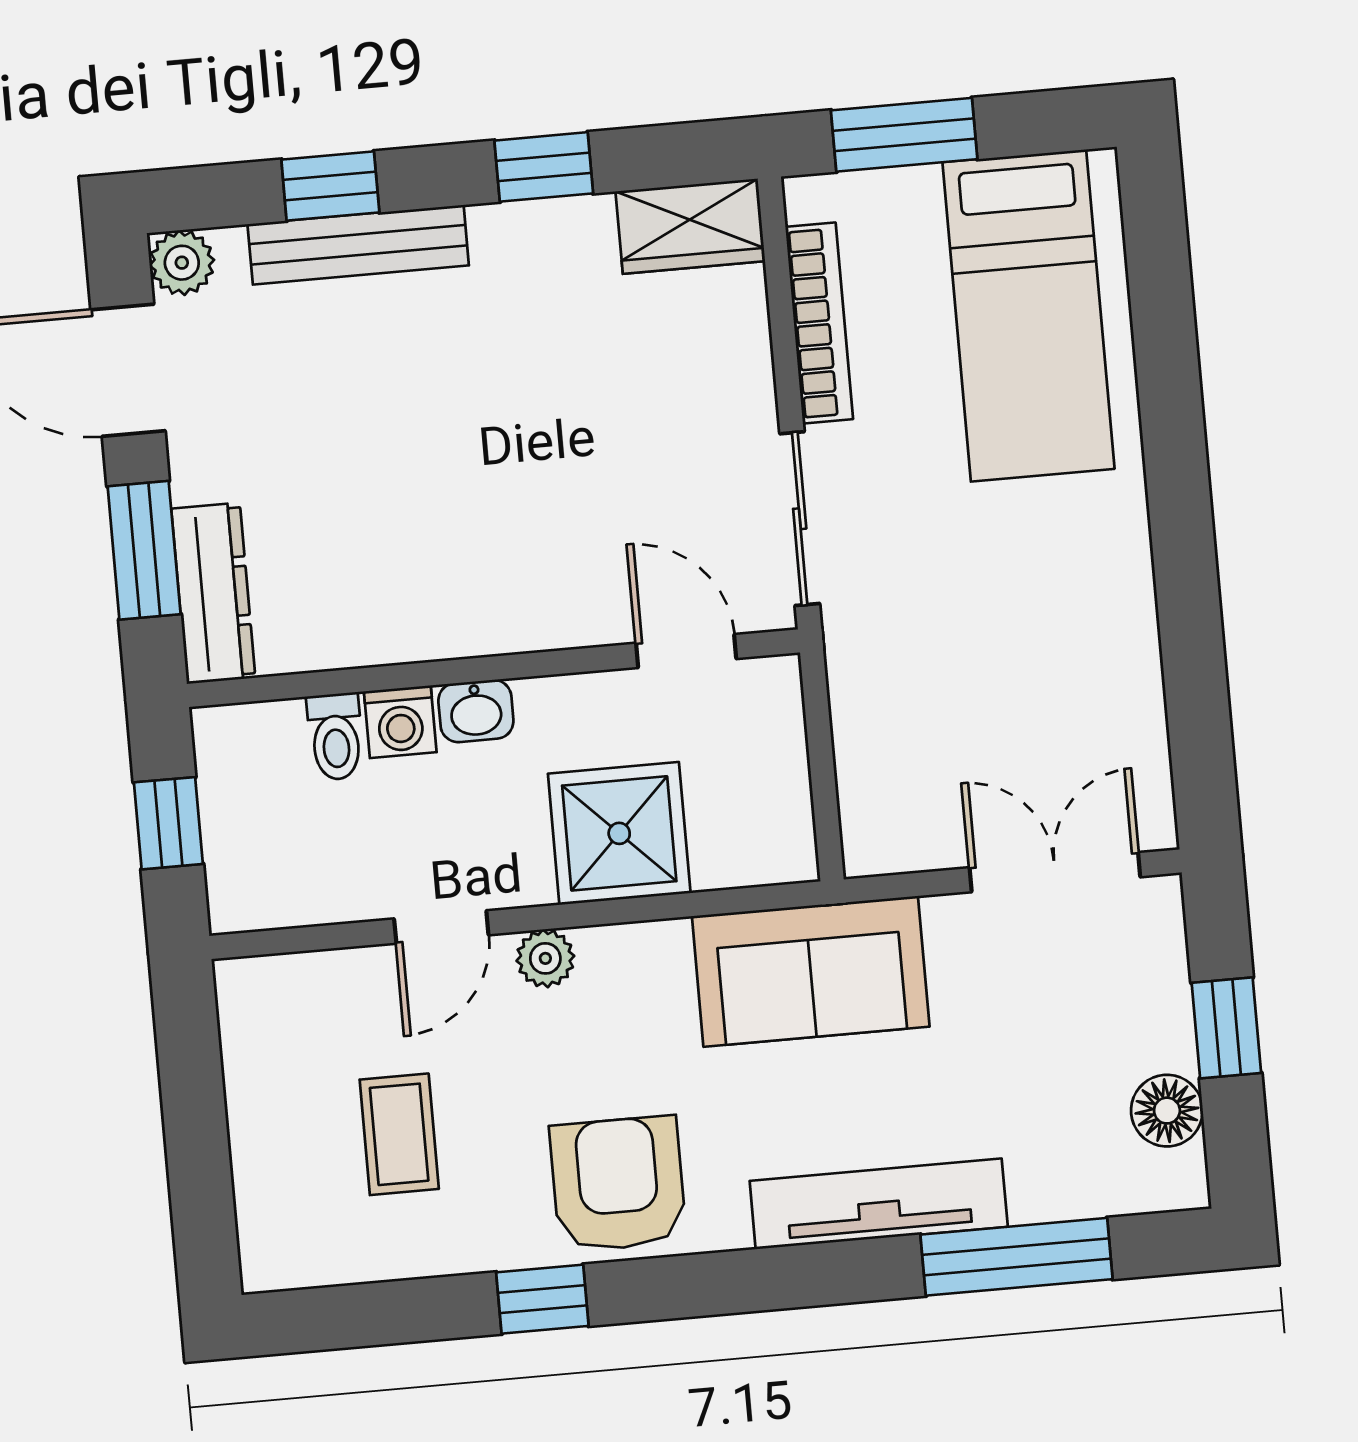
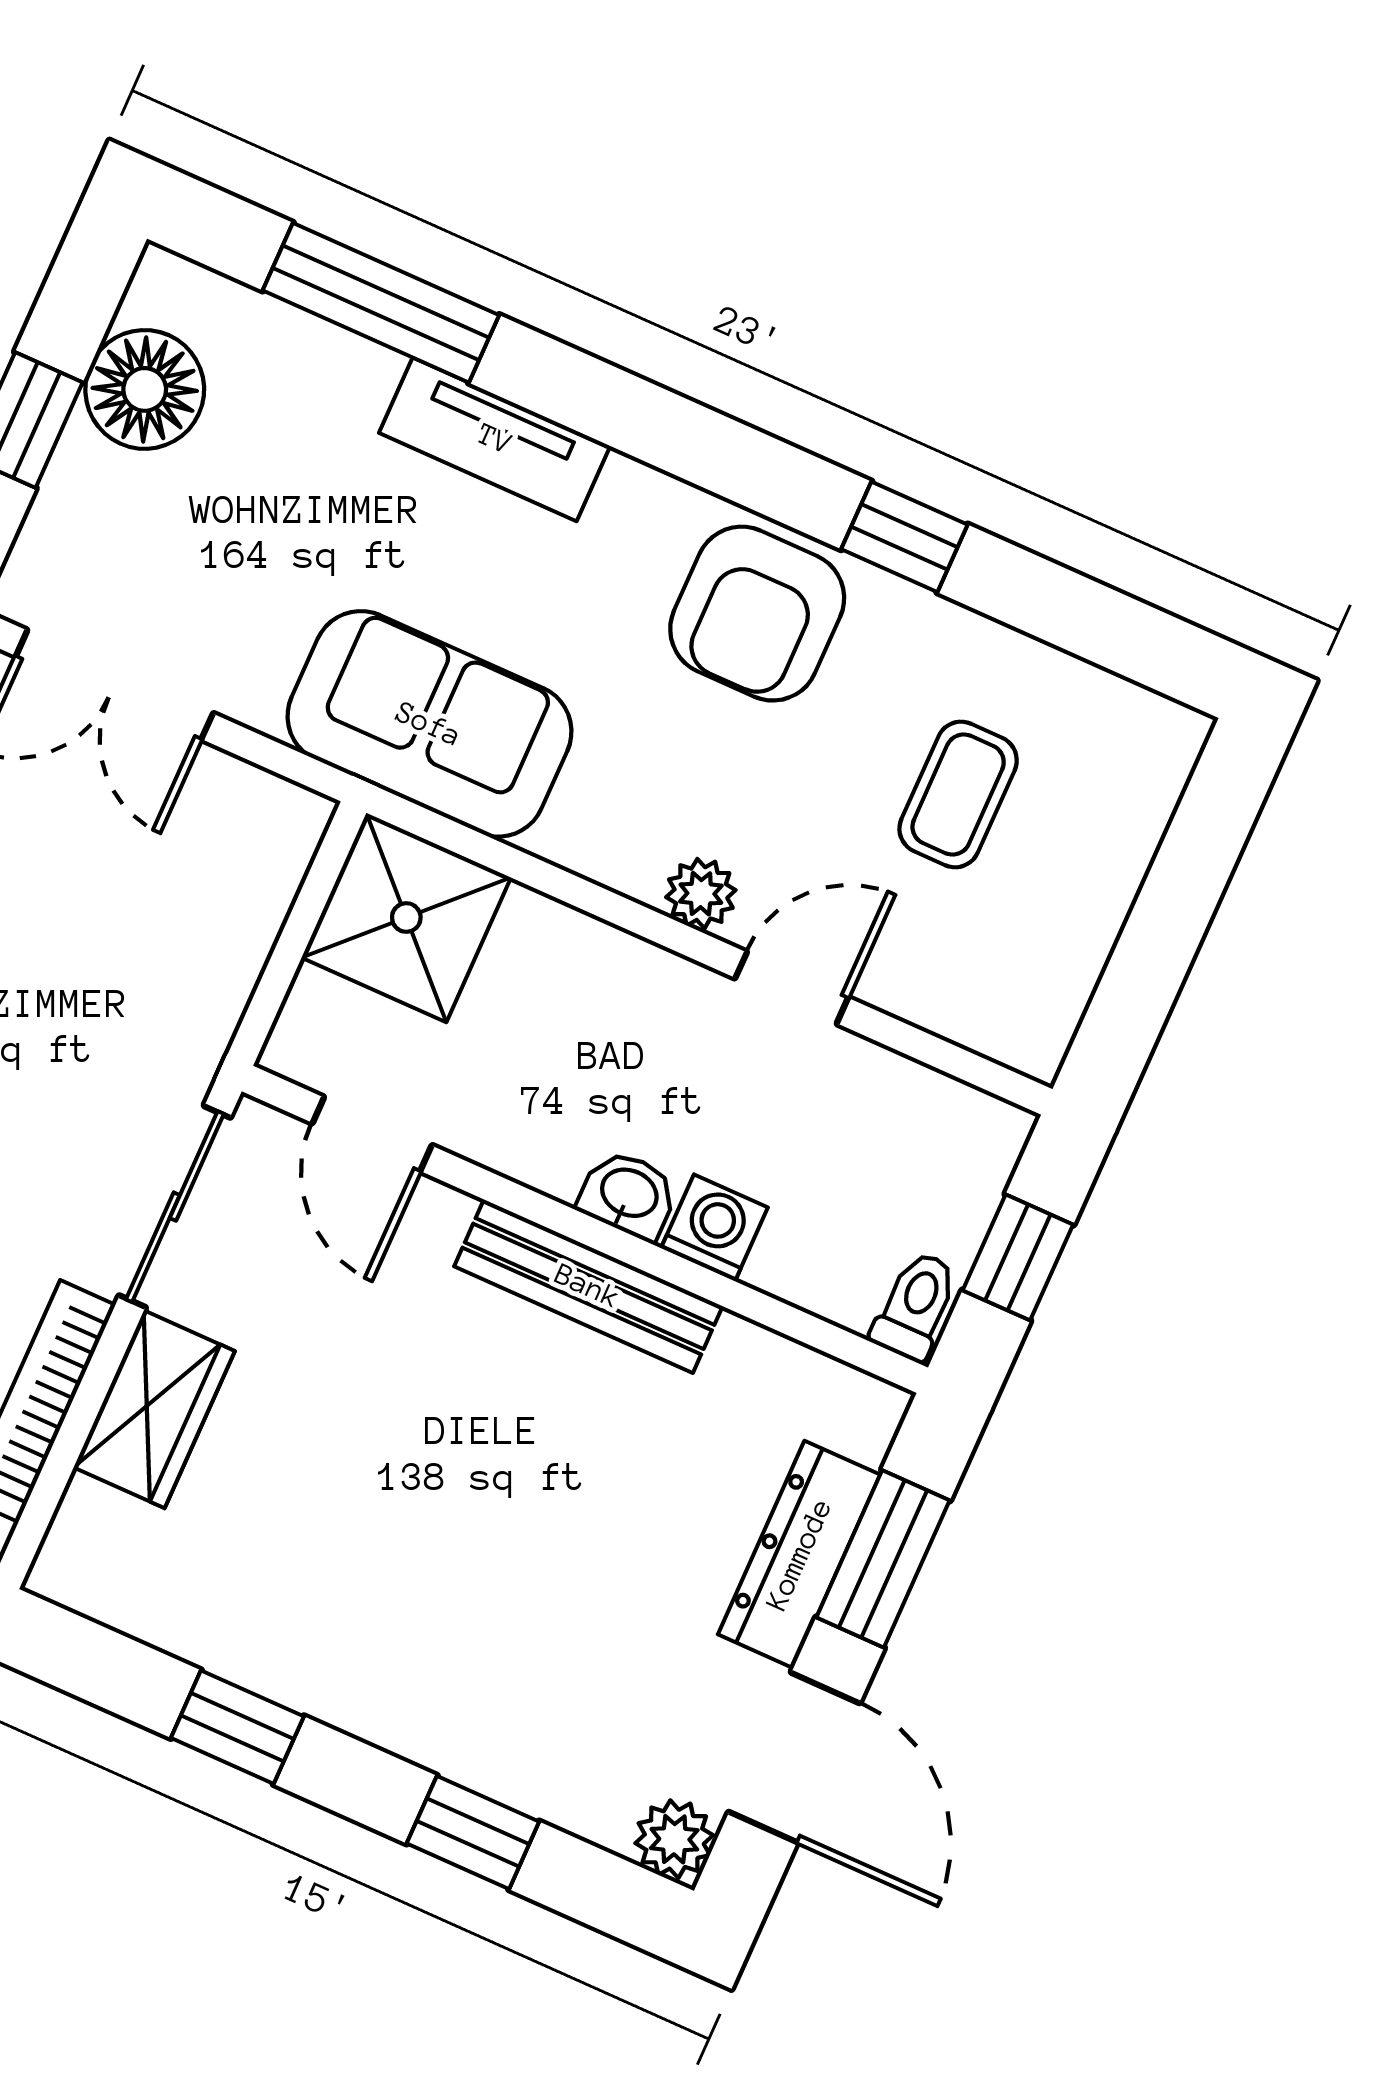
wardrobe: (690, 226) -> (154, 1409), moved, turned 90
bench: (358, 245) -> (588, 1286), moved
dresser: (213, 593) -> (799, 1554), moved
toilet: (335, 736) -> (915, 1306), moved
shower: (619, 833) -> (406, 917), moved
floor lamp: (1167, 1111) -> (145, 389), width x1.38, depth x1.38
tv unit: (879, 1204) -> (495, 439), width x0.71

